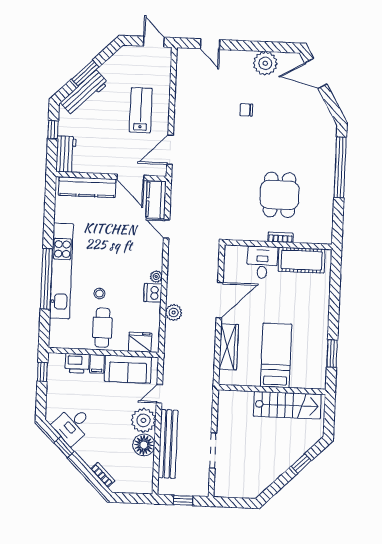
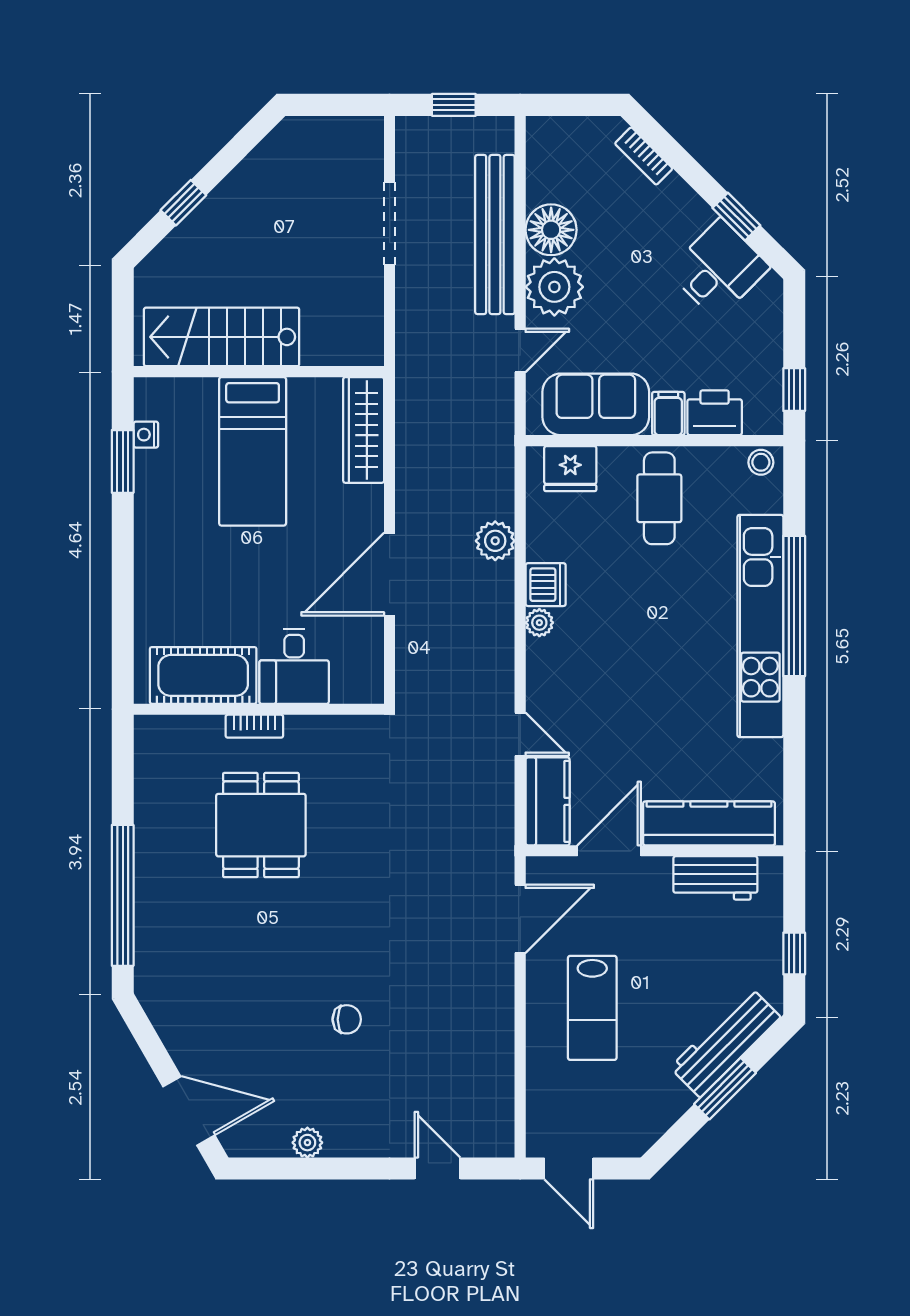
plant: (265, 63) -> (307, 1143), width x0.53, depth x0.53
workbench: (66, 154) -> (715, 878), moved, turned -90
door: (131, 177) -> (609, 851), hinge flipped
stool: (99, 294) -> (761, 462), moved
wardrobe: (229, 347) -> (364, 430), moved
nightstand: (322, 365) -> (146, 435), added

